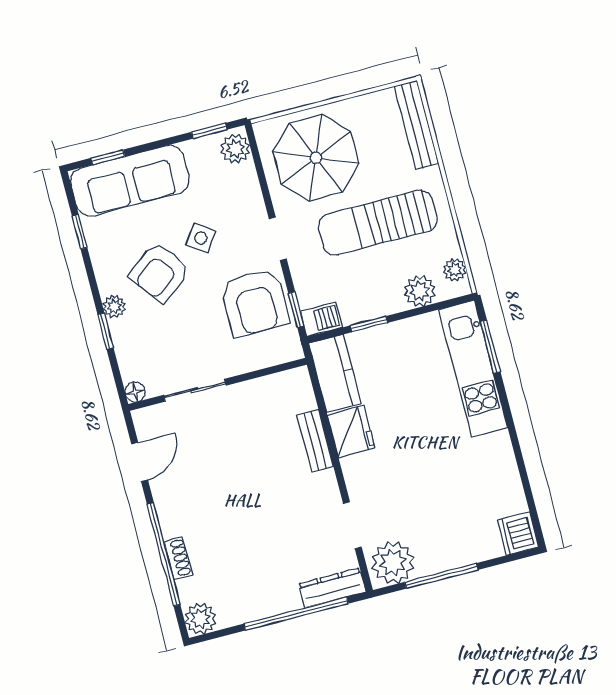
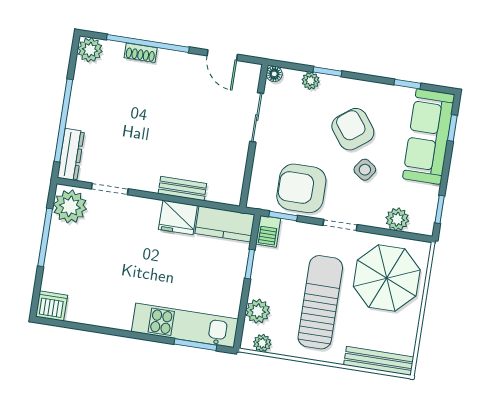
plant: (235, 149) -> (397, 219), moved
plant: (114, 307) -> (311, 81), moved

